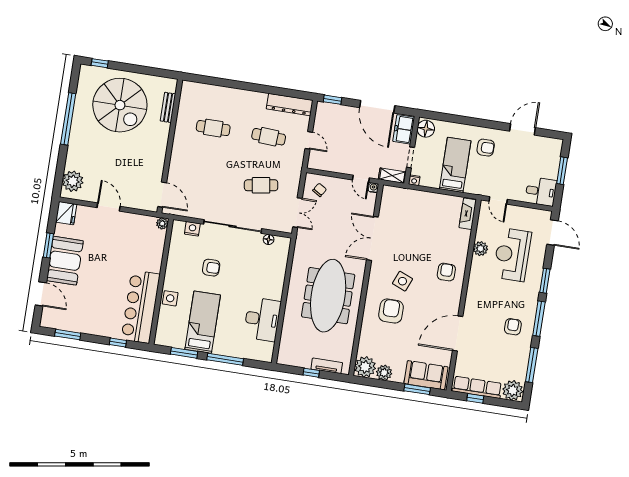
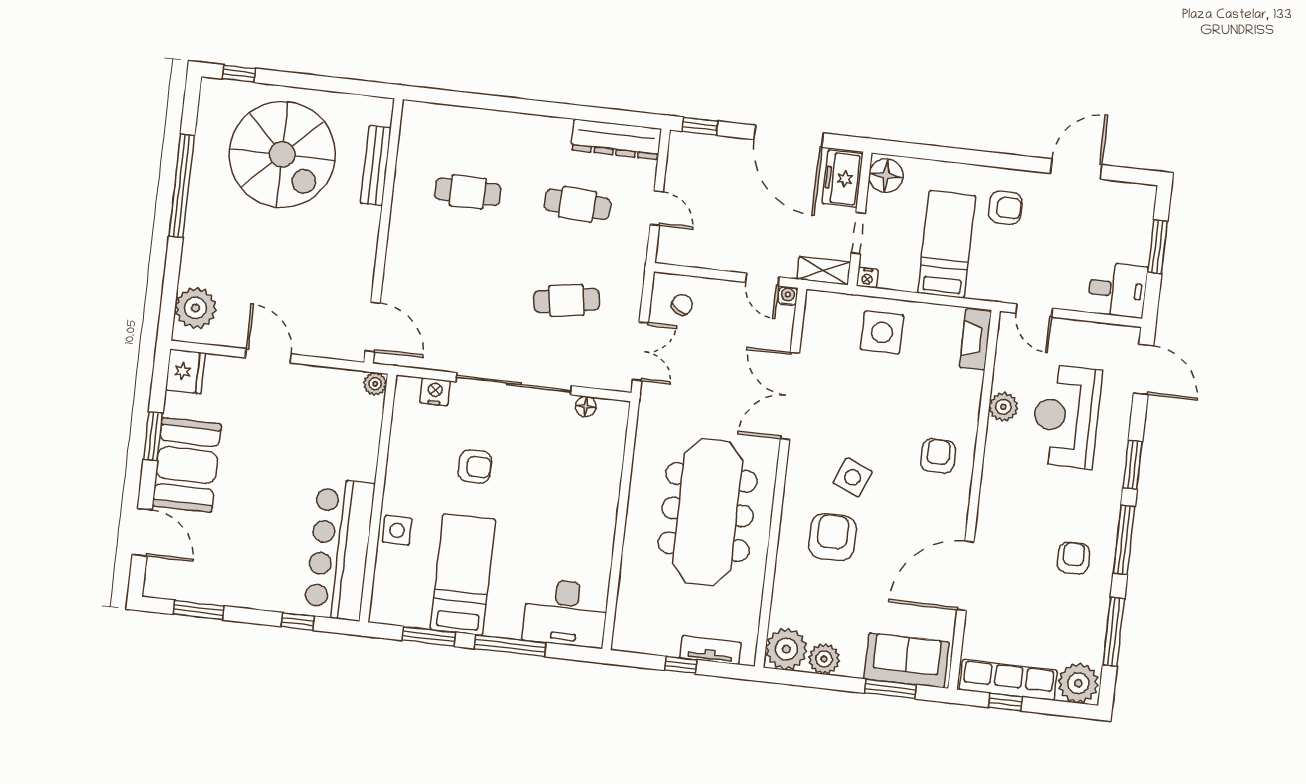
bench: (168, 107) -> (376, 165), width x1.36
side table: (420, 208) -> (882, 332), added
desk: (262, 319) -> (566, 613), moved, turned 90

